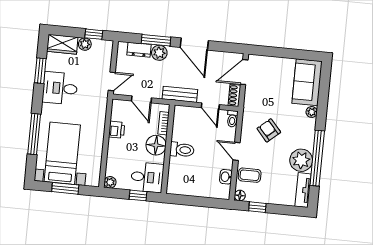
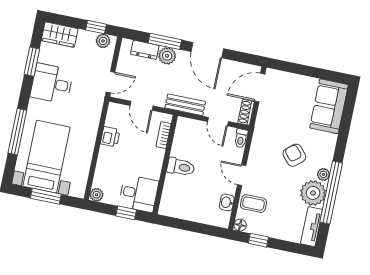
plant: (85, 44) -> (103, 41), moved
plant: (312, 112) -> (323, 174), moved
armchair: (269, 130) -> (294, 155), moved
floor lamp: (156, 145) -> (152, 159), removed

